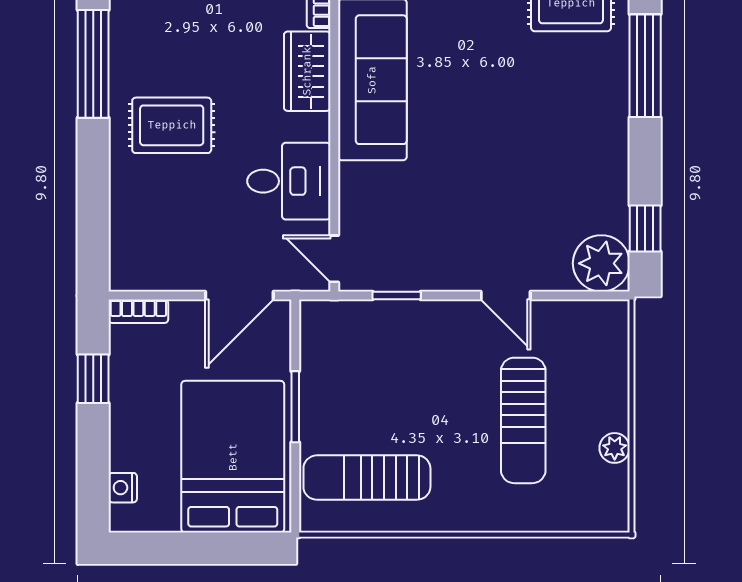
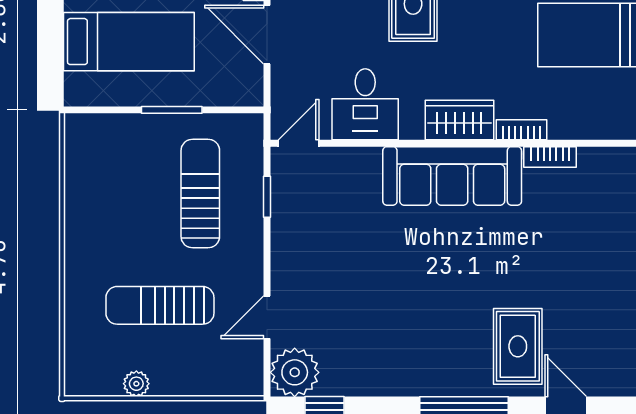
door: (239, 296) -> (267, 35), moved
door: (506, 296) -> (267, 317), moved
bed: (233, 457) -> (129, 42), width x0.67
sun lounger: (367, 478) -> (200, 194), moved

